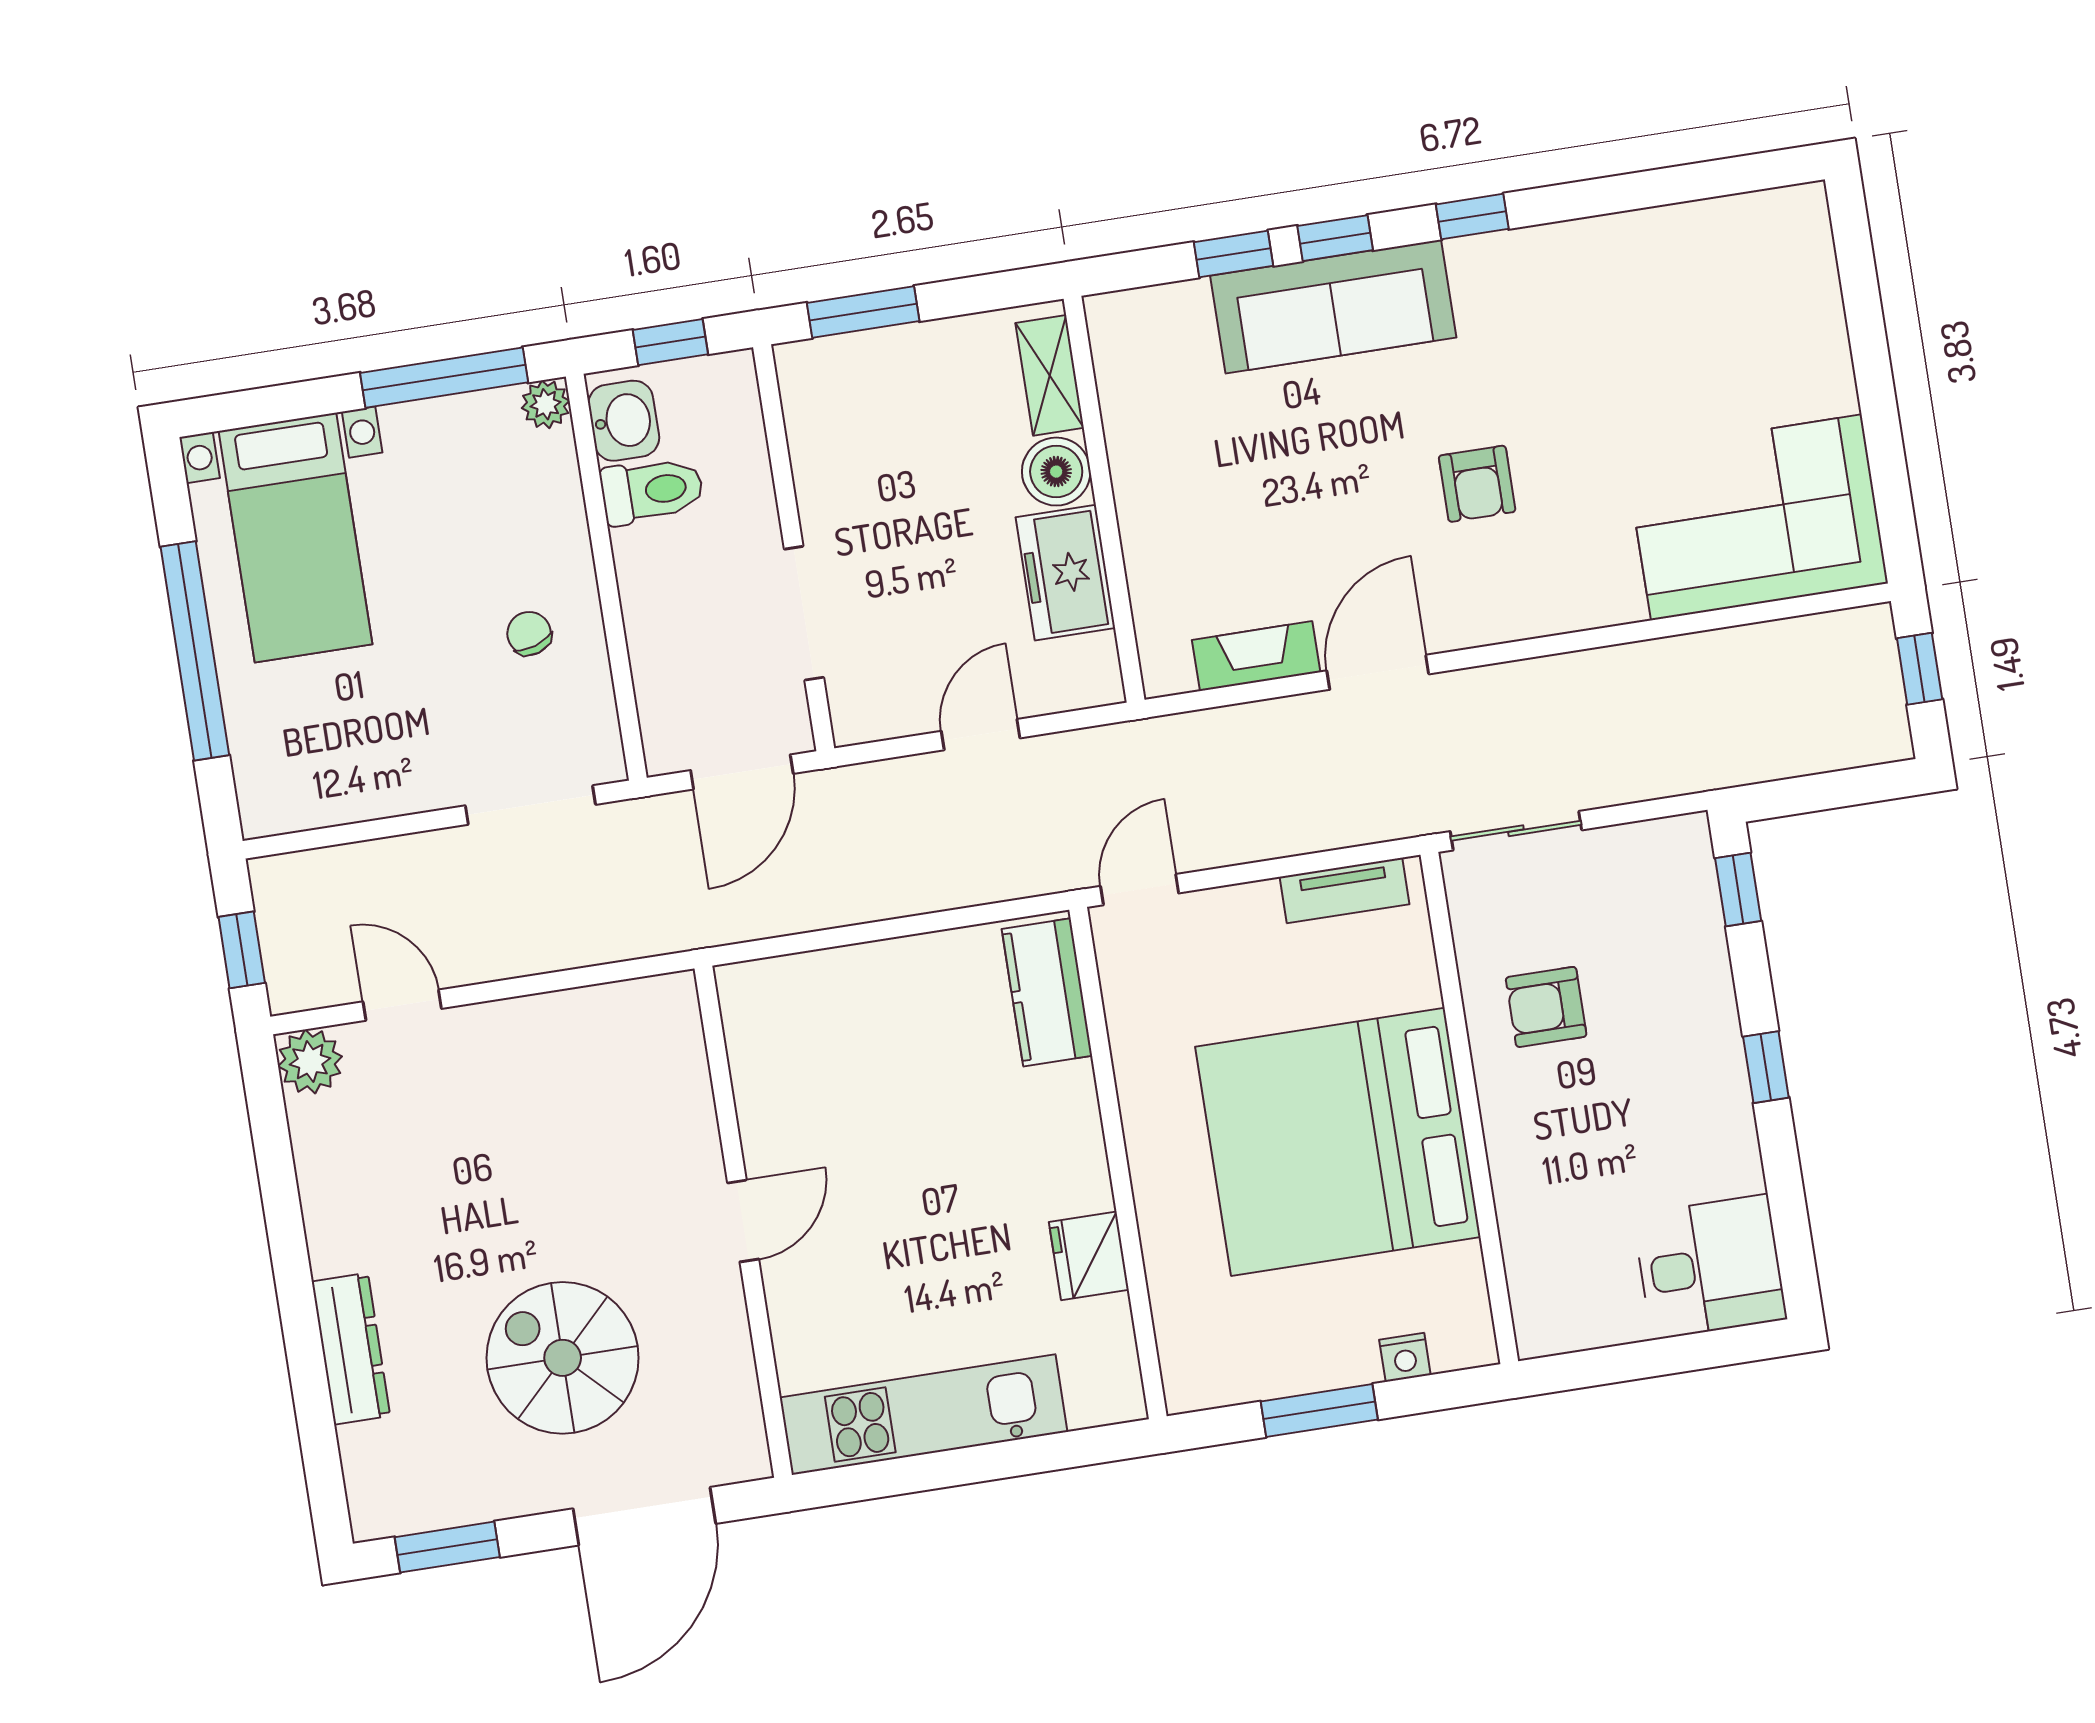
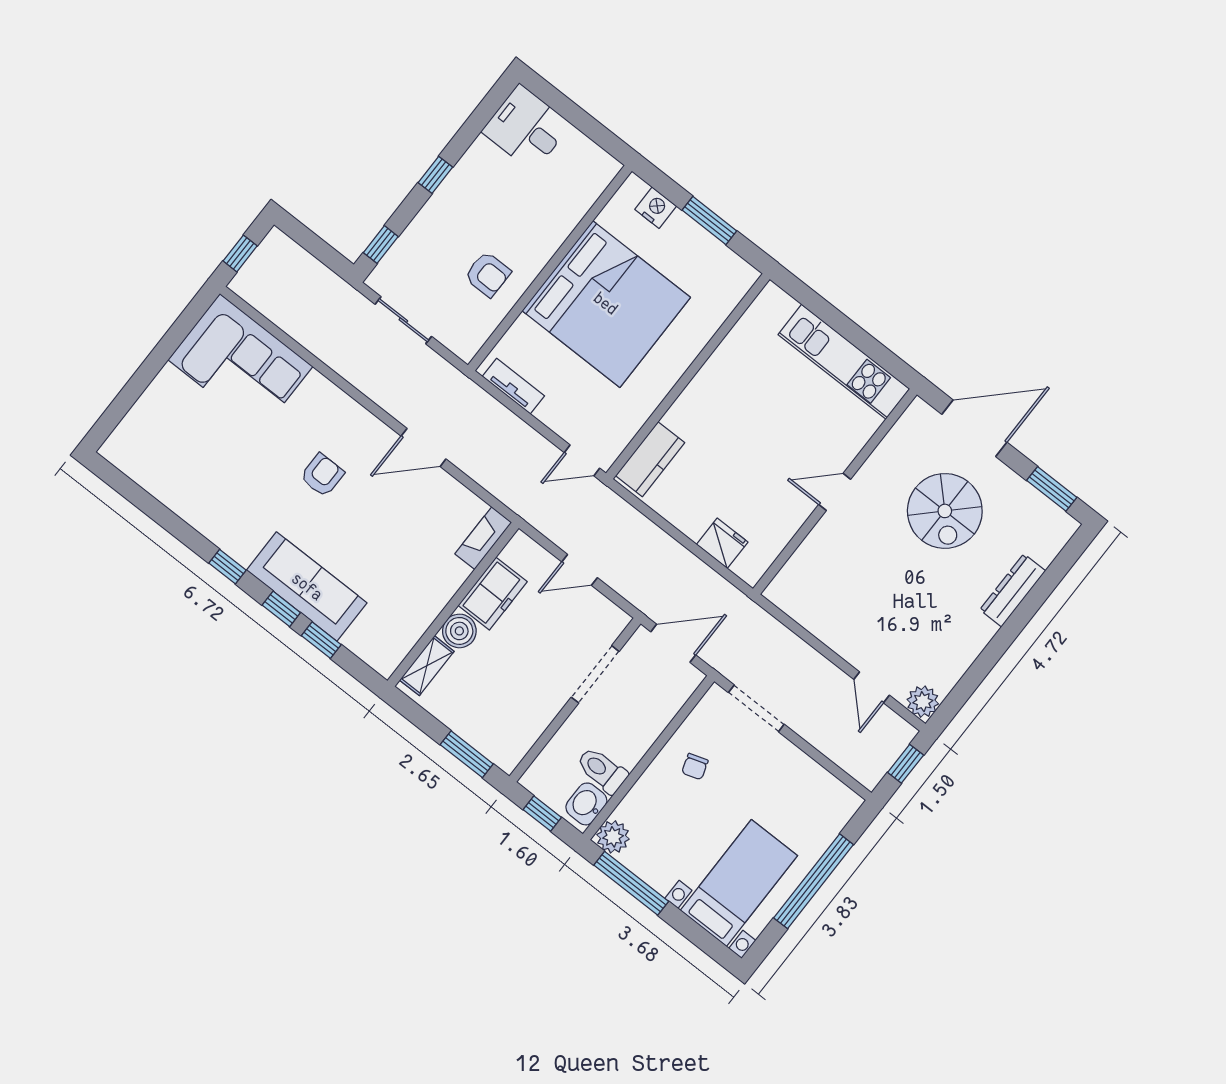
plant: (546, 404) -> (613, 837), width x1.38, depth x1.38
fireplace: (1256, 656) -> (483, 538), moved, turned 90
sliding door: (1516, 831) -> (403, 320), moved
fridge: (1089, 1256) -> (722, 543), moved, turned -90
nightstand: (1405, 1357) -> (656, 208), width x1.39, depth x1.35

